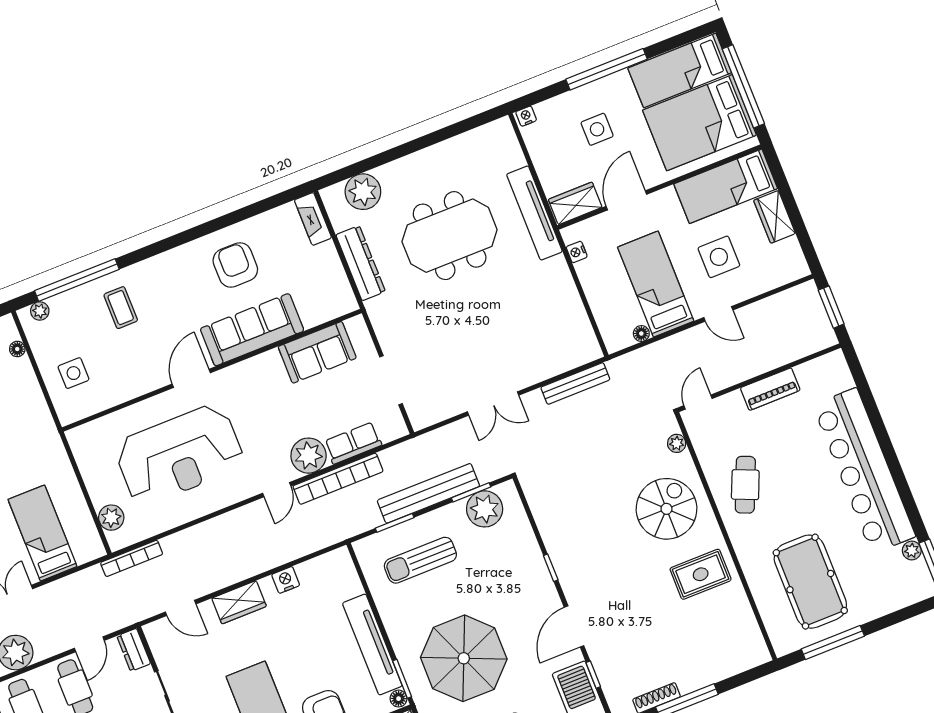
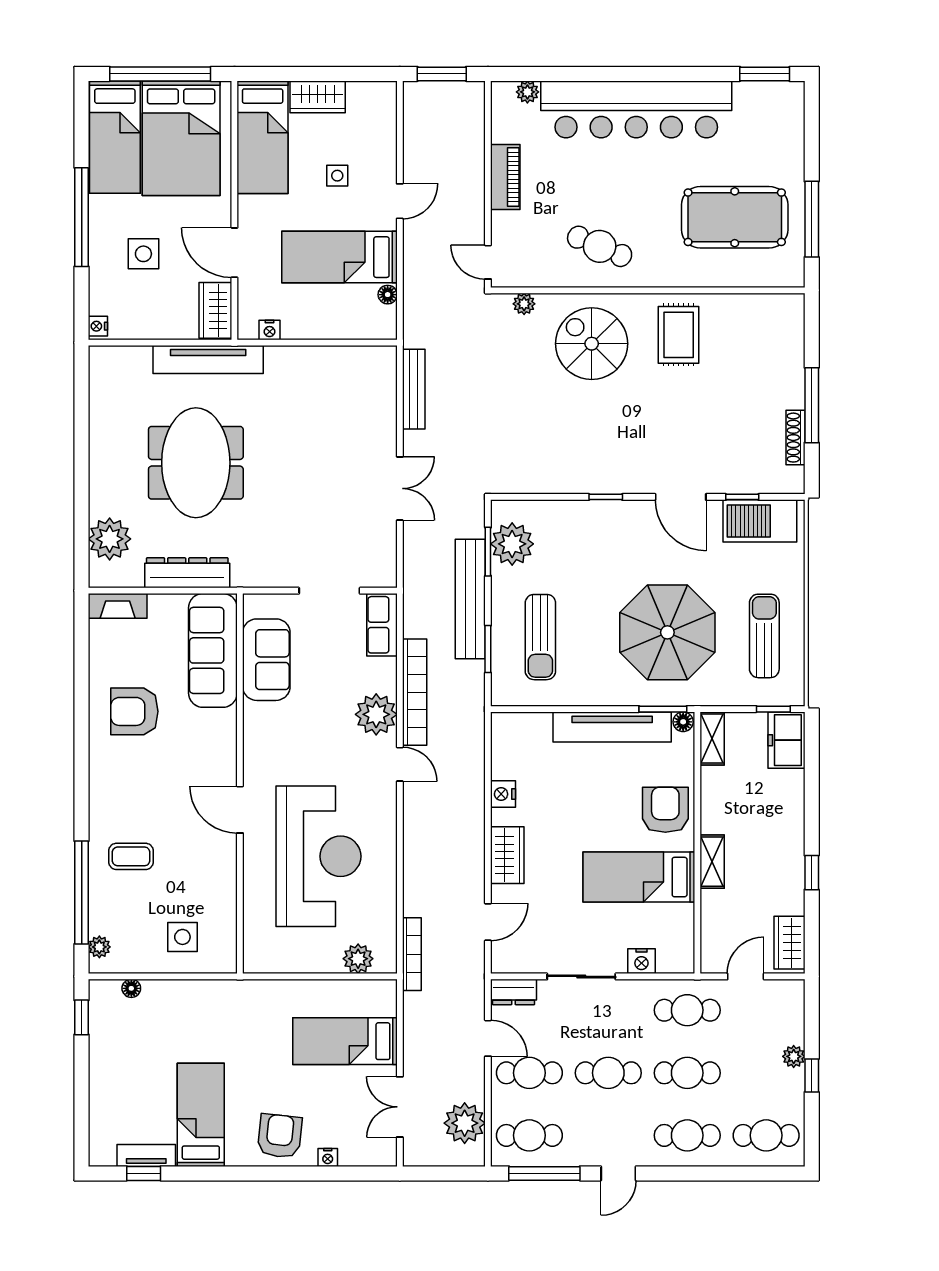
side table: (719, 257) -> (337, 176), width x0.54, depth x0.54
sofa: (252, 330) -> (213, 650), moved
row of seats: (353, 443) -> (382, 625), moved
plant: (912, 551) -> (527, 92), moved

